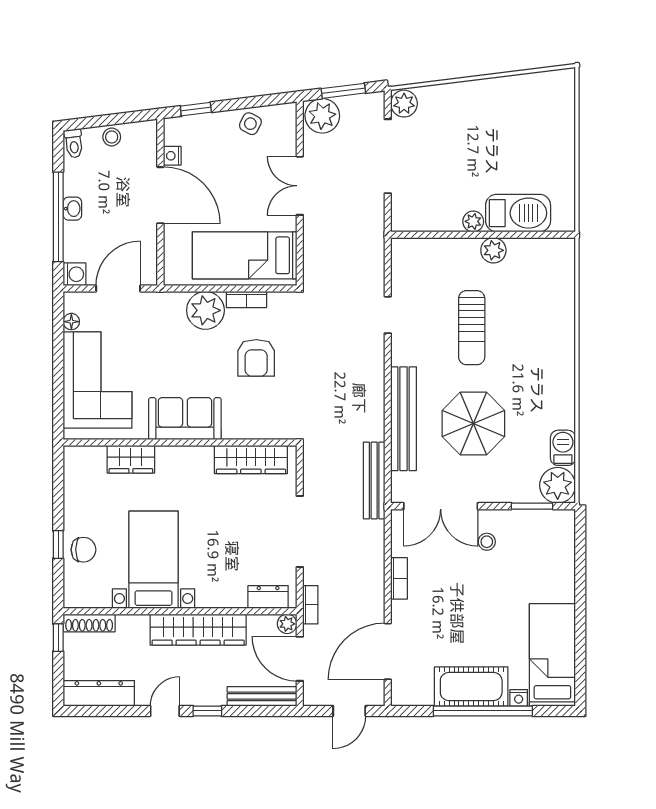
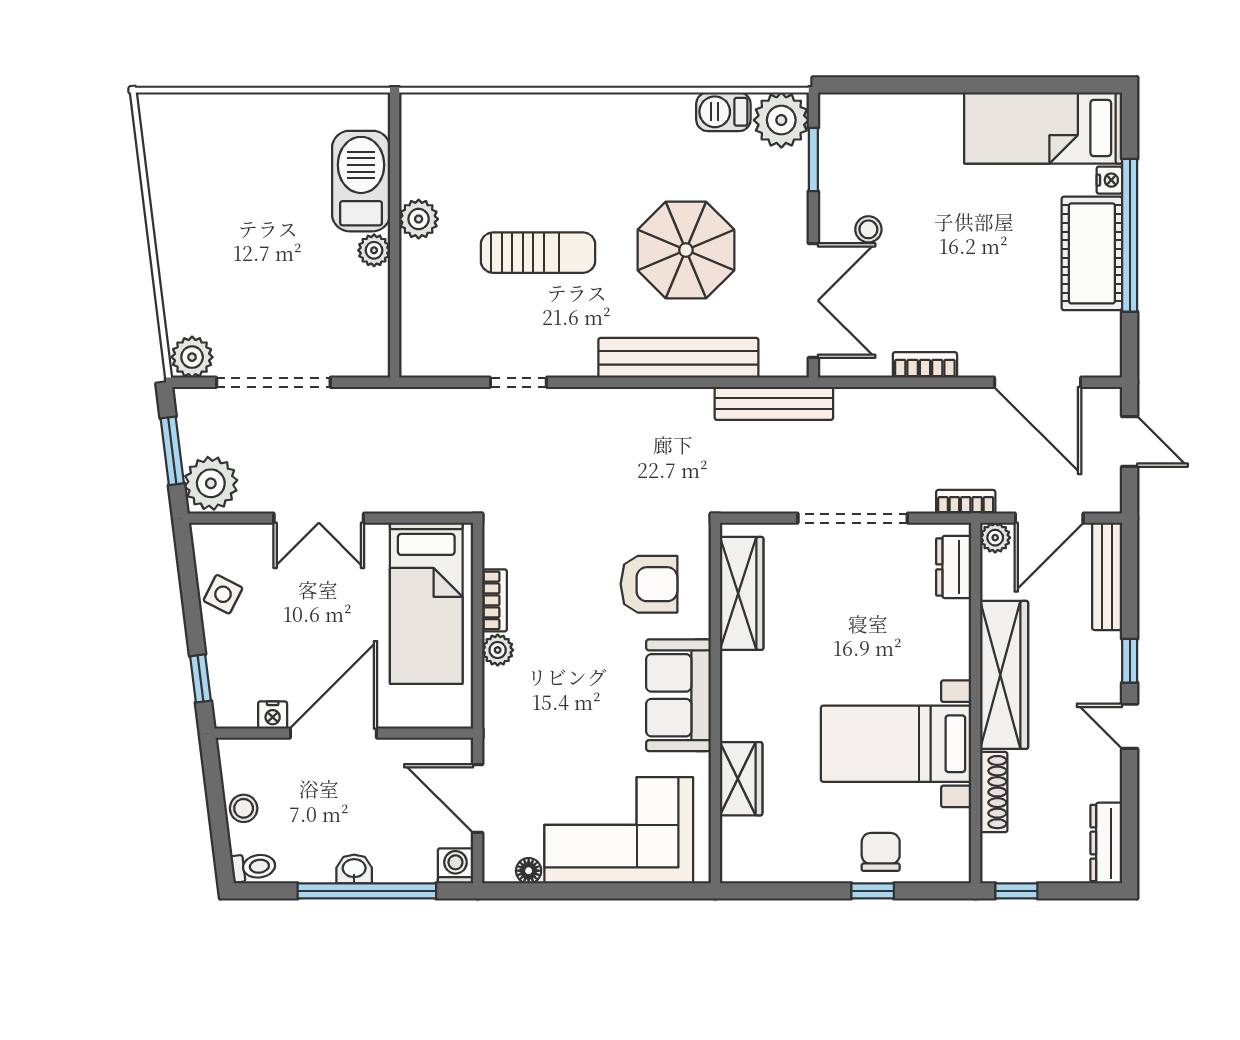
plant: (205, 310) -> (498, 650), width x0.53, depth x0.53
armchair: (256, 358) -> (649, 584), moved
shoe rack: (89, 623) -> (994, 792), moved
dresser: (99, 693) -> (1106, 843), width x0.73, depth x0.80

